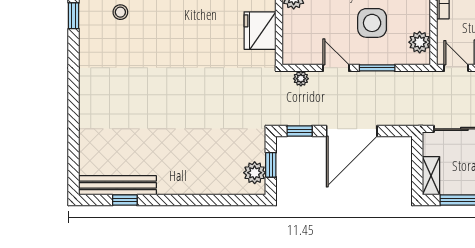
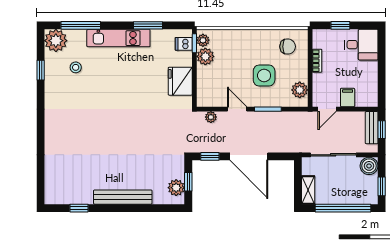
door: (456, 68) -> (327, 109), swing flipped
door: (352, 131) -> (249, 156), hinge flipped
bench: (117, 185) -> (123, 197), moved

